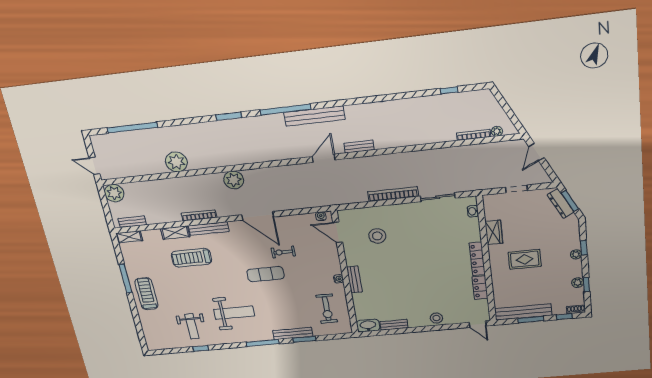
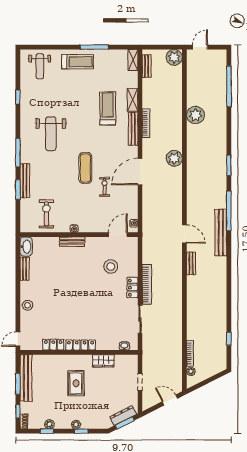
locker: (399, 210) -> (132, 288), added
exercise bike: (327, 309) -> (46, 214), turned 90
weight bench: (192, 326) -> (40, 66), moved, turned -90

